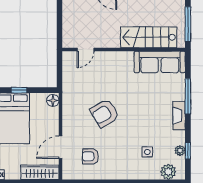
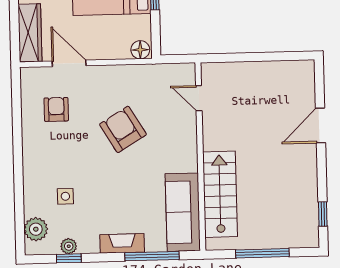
stairs: (149, 37) -> (220, 194), moved
door: (85, 50) -> (199, 98), moved
wall: (124, 50) -> (200, 157), moved
sofa: (160, 62) -> (183, 212), moved

